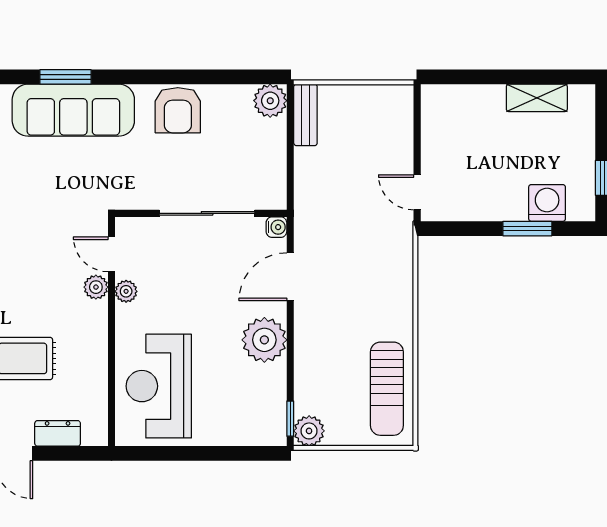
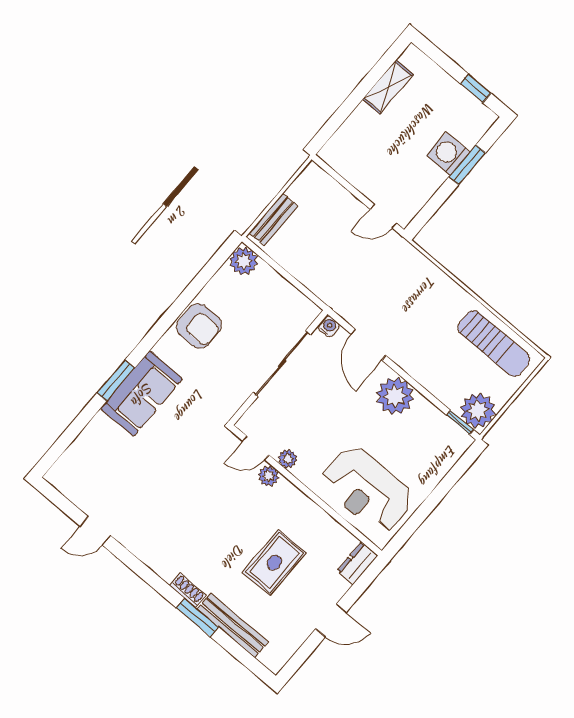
sofa: (73, 110) -> (142, 394), width x0.73
bench: (305, 115) -> (273, 220), moved, turned 90
washing machine: (547, 203) -> (448, 154), moved
plant: (309, 431) -> (478, 410), width x1.36, depth x1.36
dresser: (58, 433) -> (357, 563), moved

